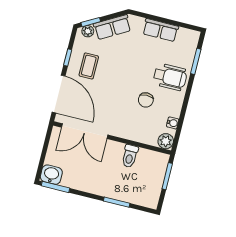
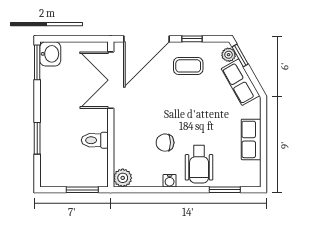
water cooler: (173, 123) -> (170, 181), moved

